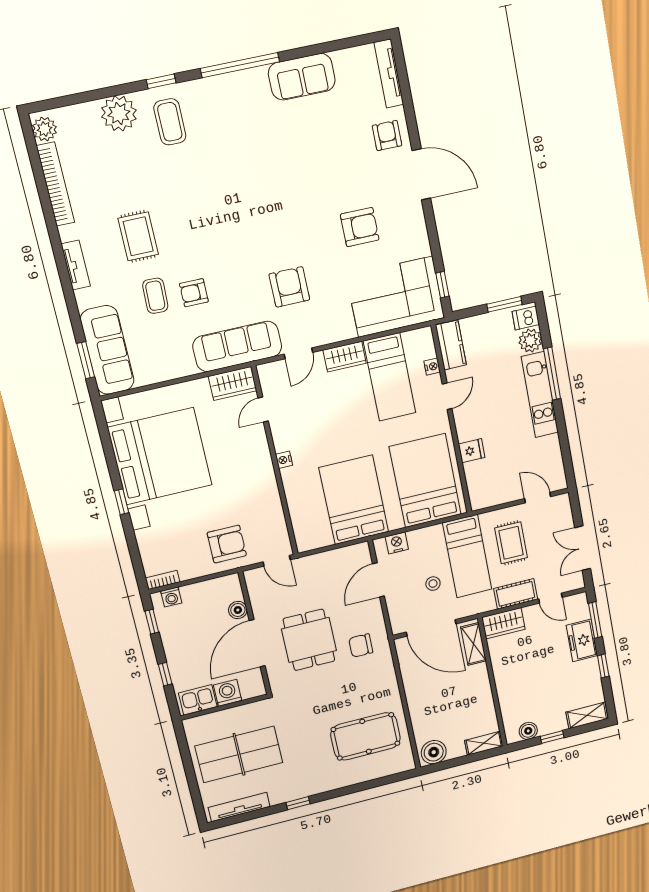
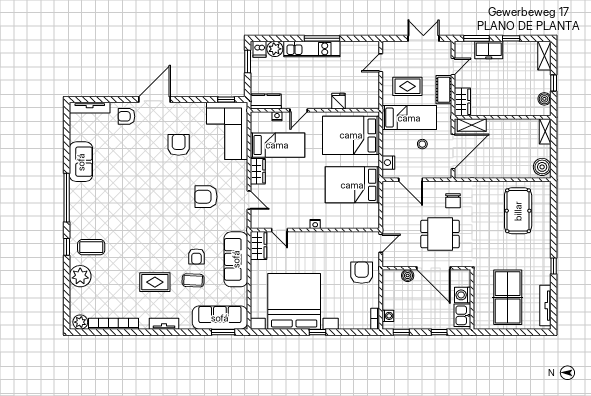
sofa: (237, 346) -> (236, 259), moved
window: (552, 374) -> (322, 38), moved
door: (447, 396) -> (299, 110), swing flipped
double door: (583, 548) -> (423, 38), swing flipped

